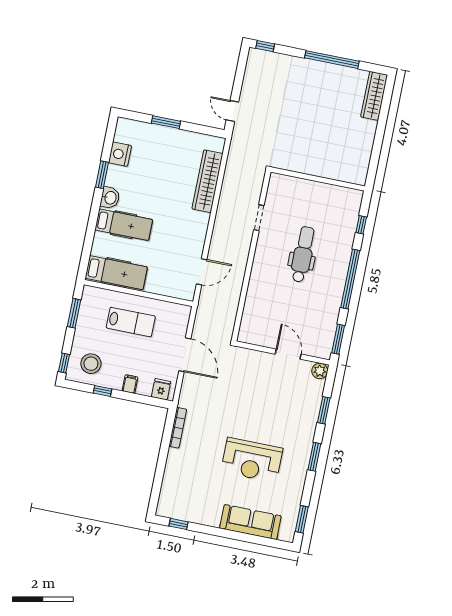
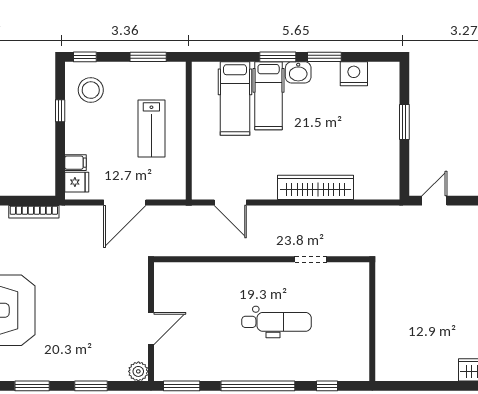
wardrobe: (207, 181) -> (316, 187), moved
window: (95, 211) -> (278, 57), added
hospital bed: (116, 273) -> (235, 98), moved
filing cabinet: (130, 384) -> (75, 163), moved

